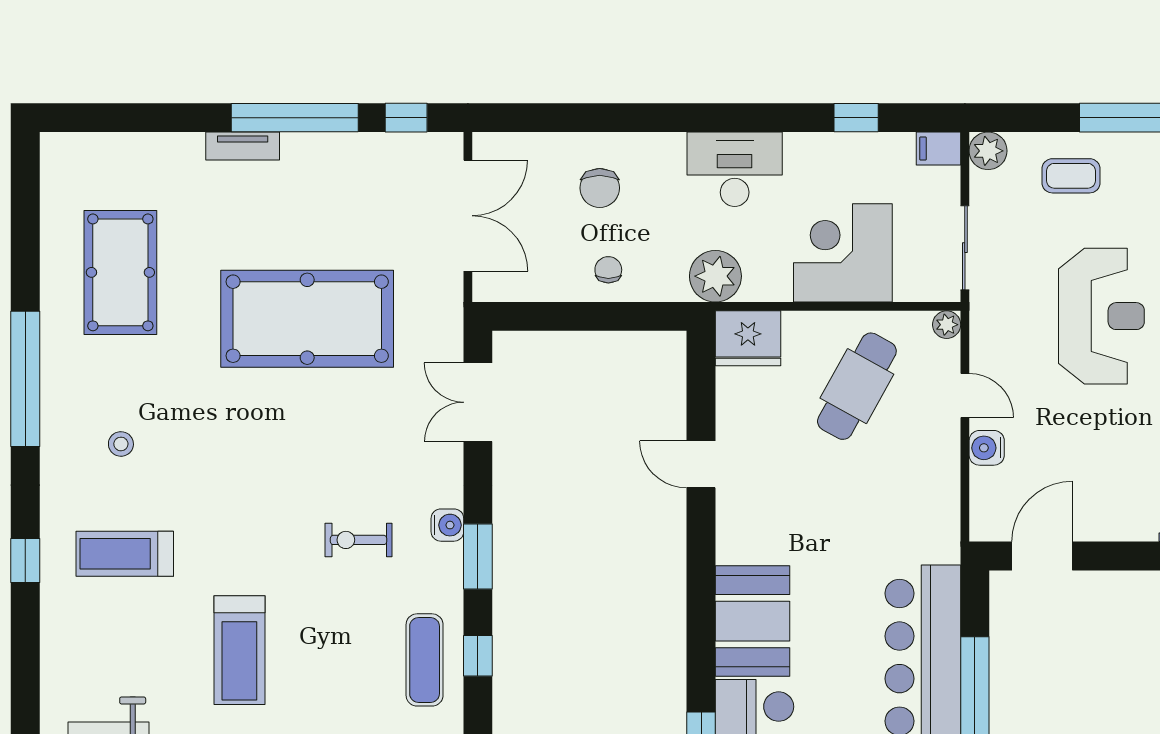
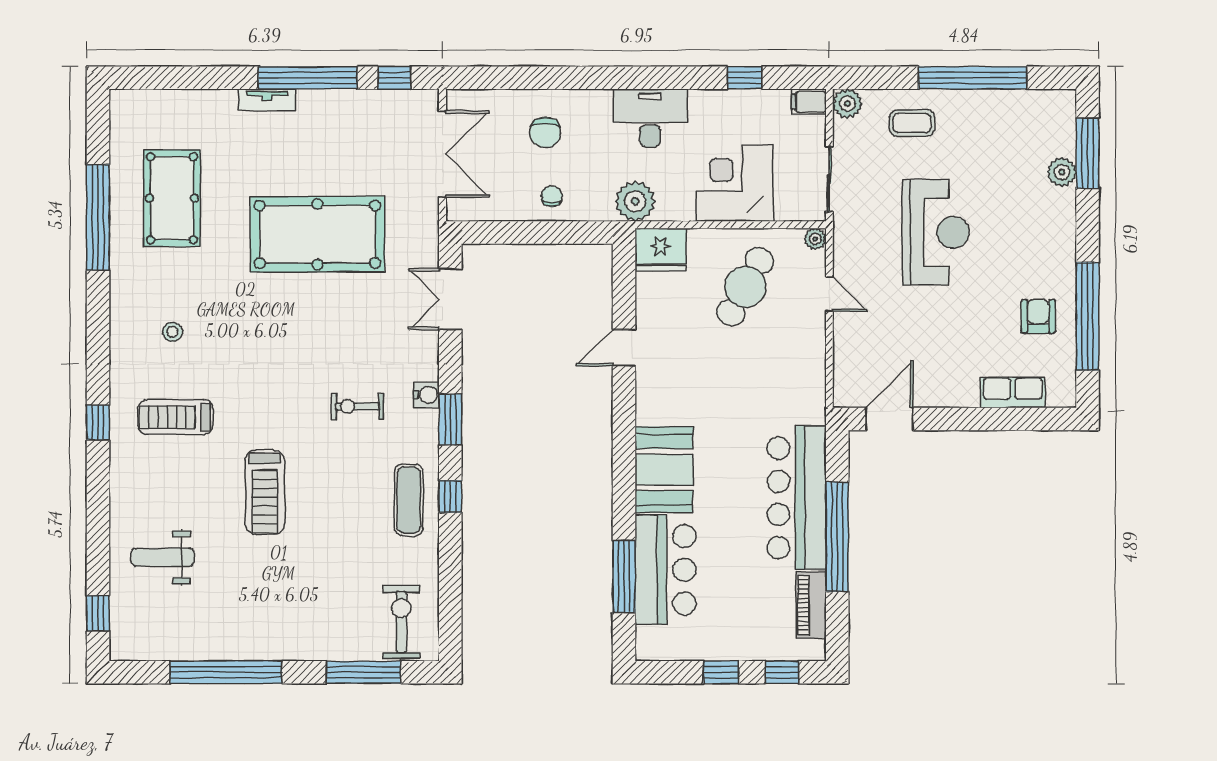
window: (25, 379) -> (98, 217), moved
water cooler: (987, 448) -> (846, 335), removed
door: (701, 464) -> (624, 348), hinge flipped

